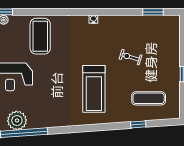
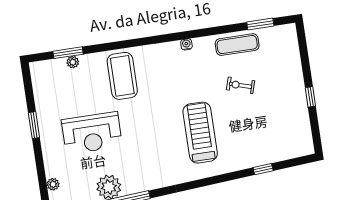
treadmill: (94, 89) -> (200, 133), turned 180
exercise mat: (149, 98) -> (237, 45), moved

